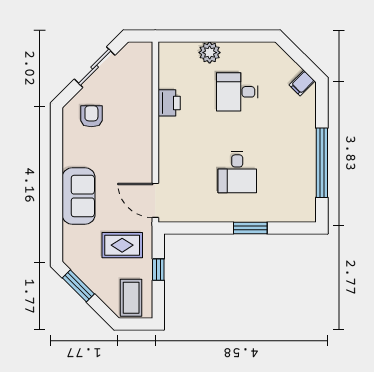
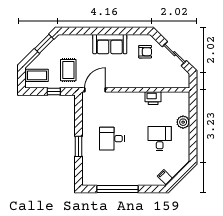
sofa: (79, 196) -> (110, 44), moved

